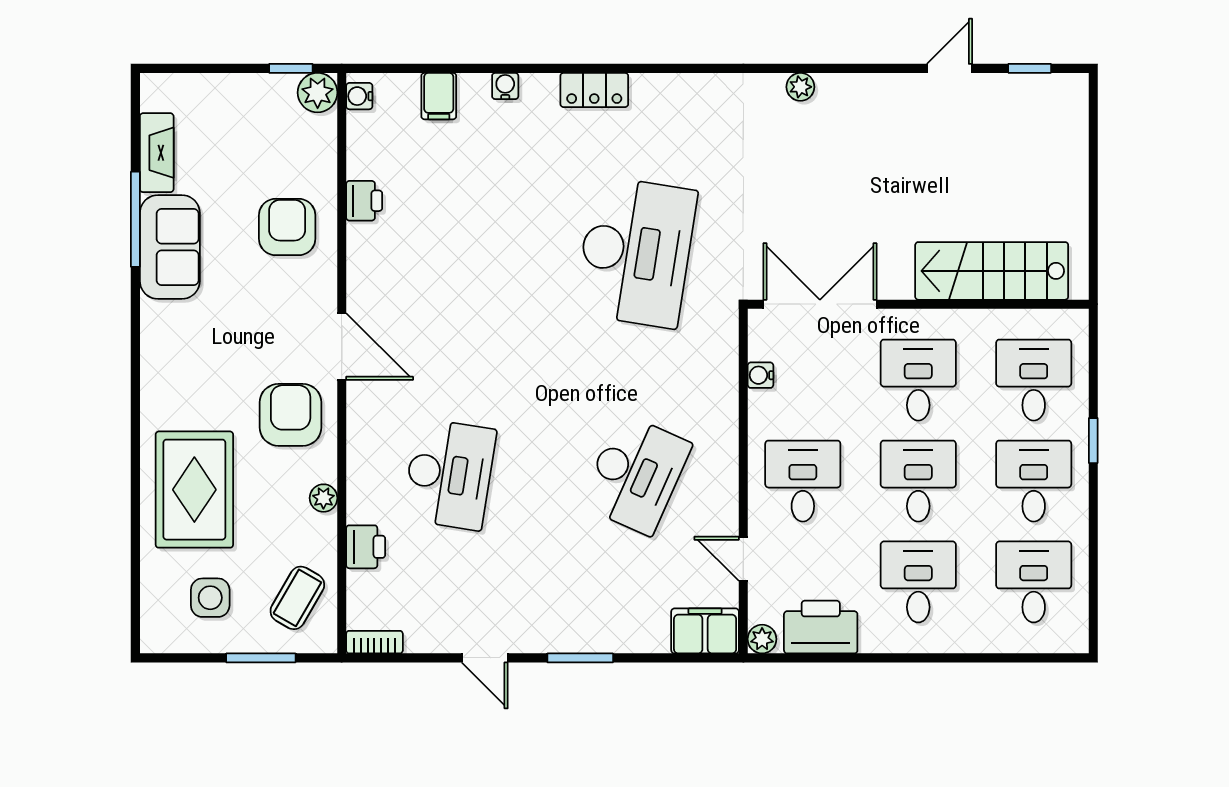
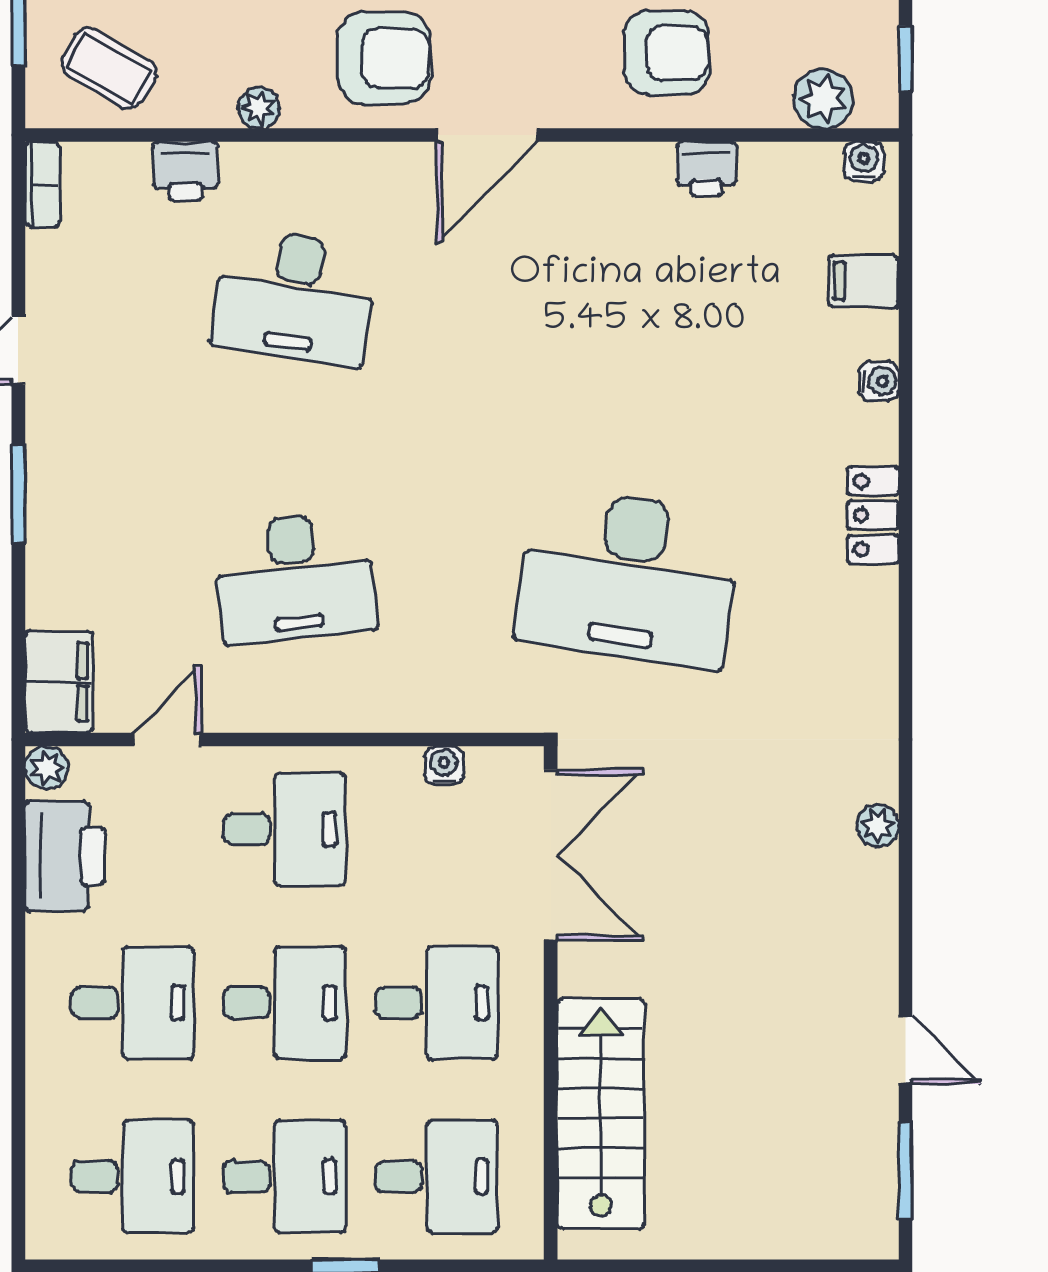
window: (1030, 68) -> (905, 1170), width x1.50
plant: (318, 93) -> (823, 99), moved
desk: (636, 474) -> (295, 578), turned -30

